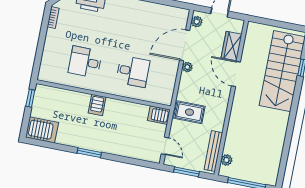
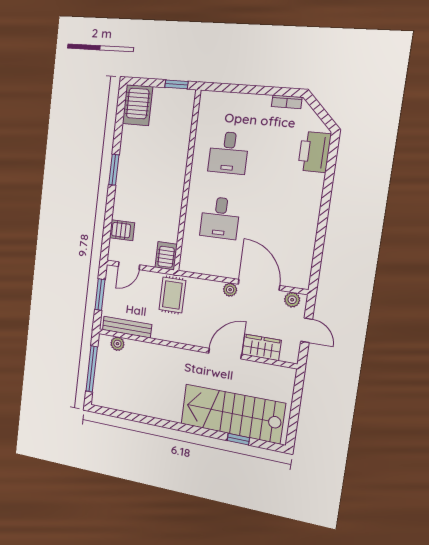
desk: (85, 62) -> (228, 153), turned 180
server rack: (97, 105) -> (122, 230), moved, turned 180

